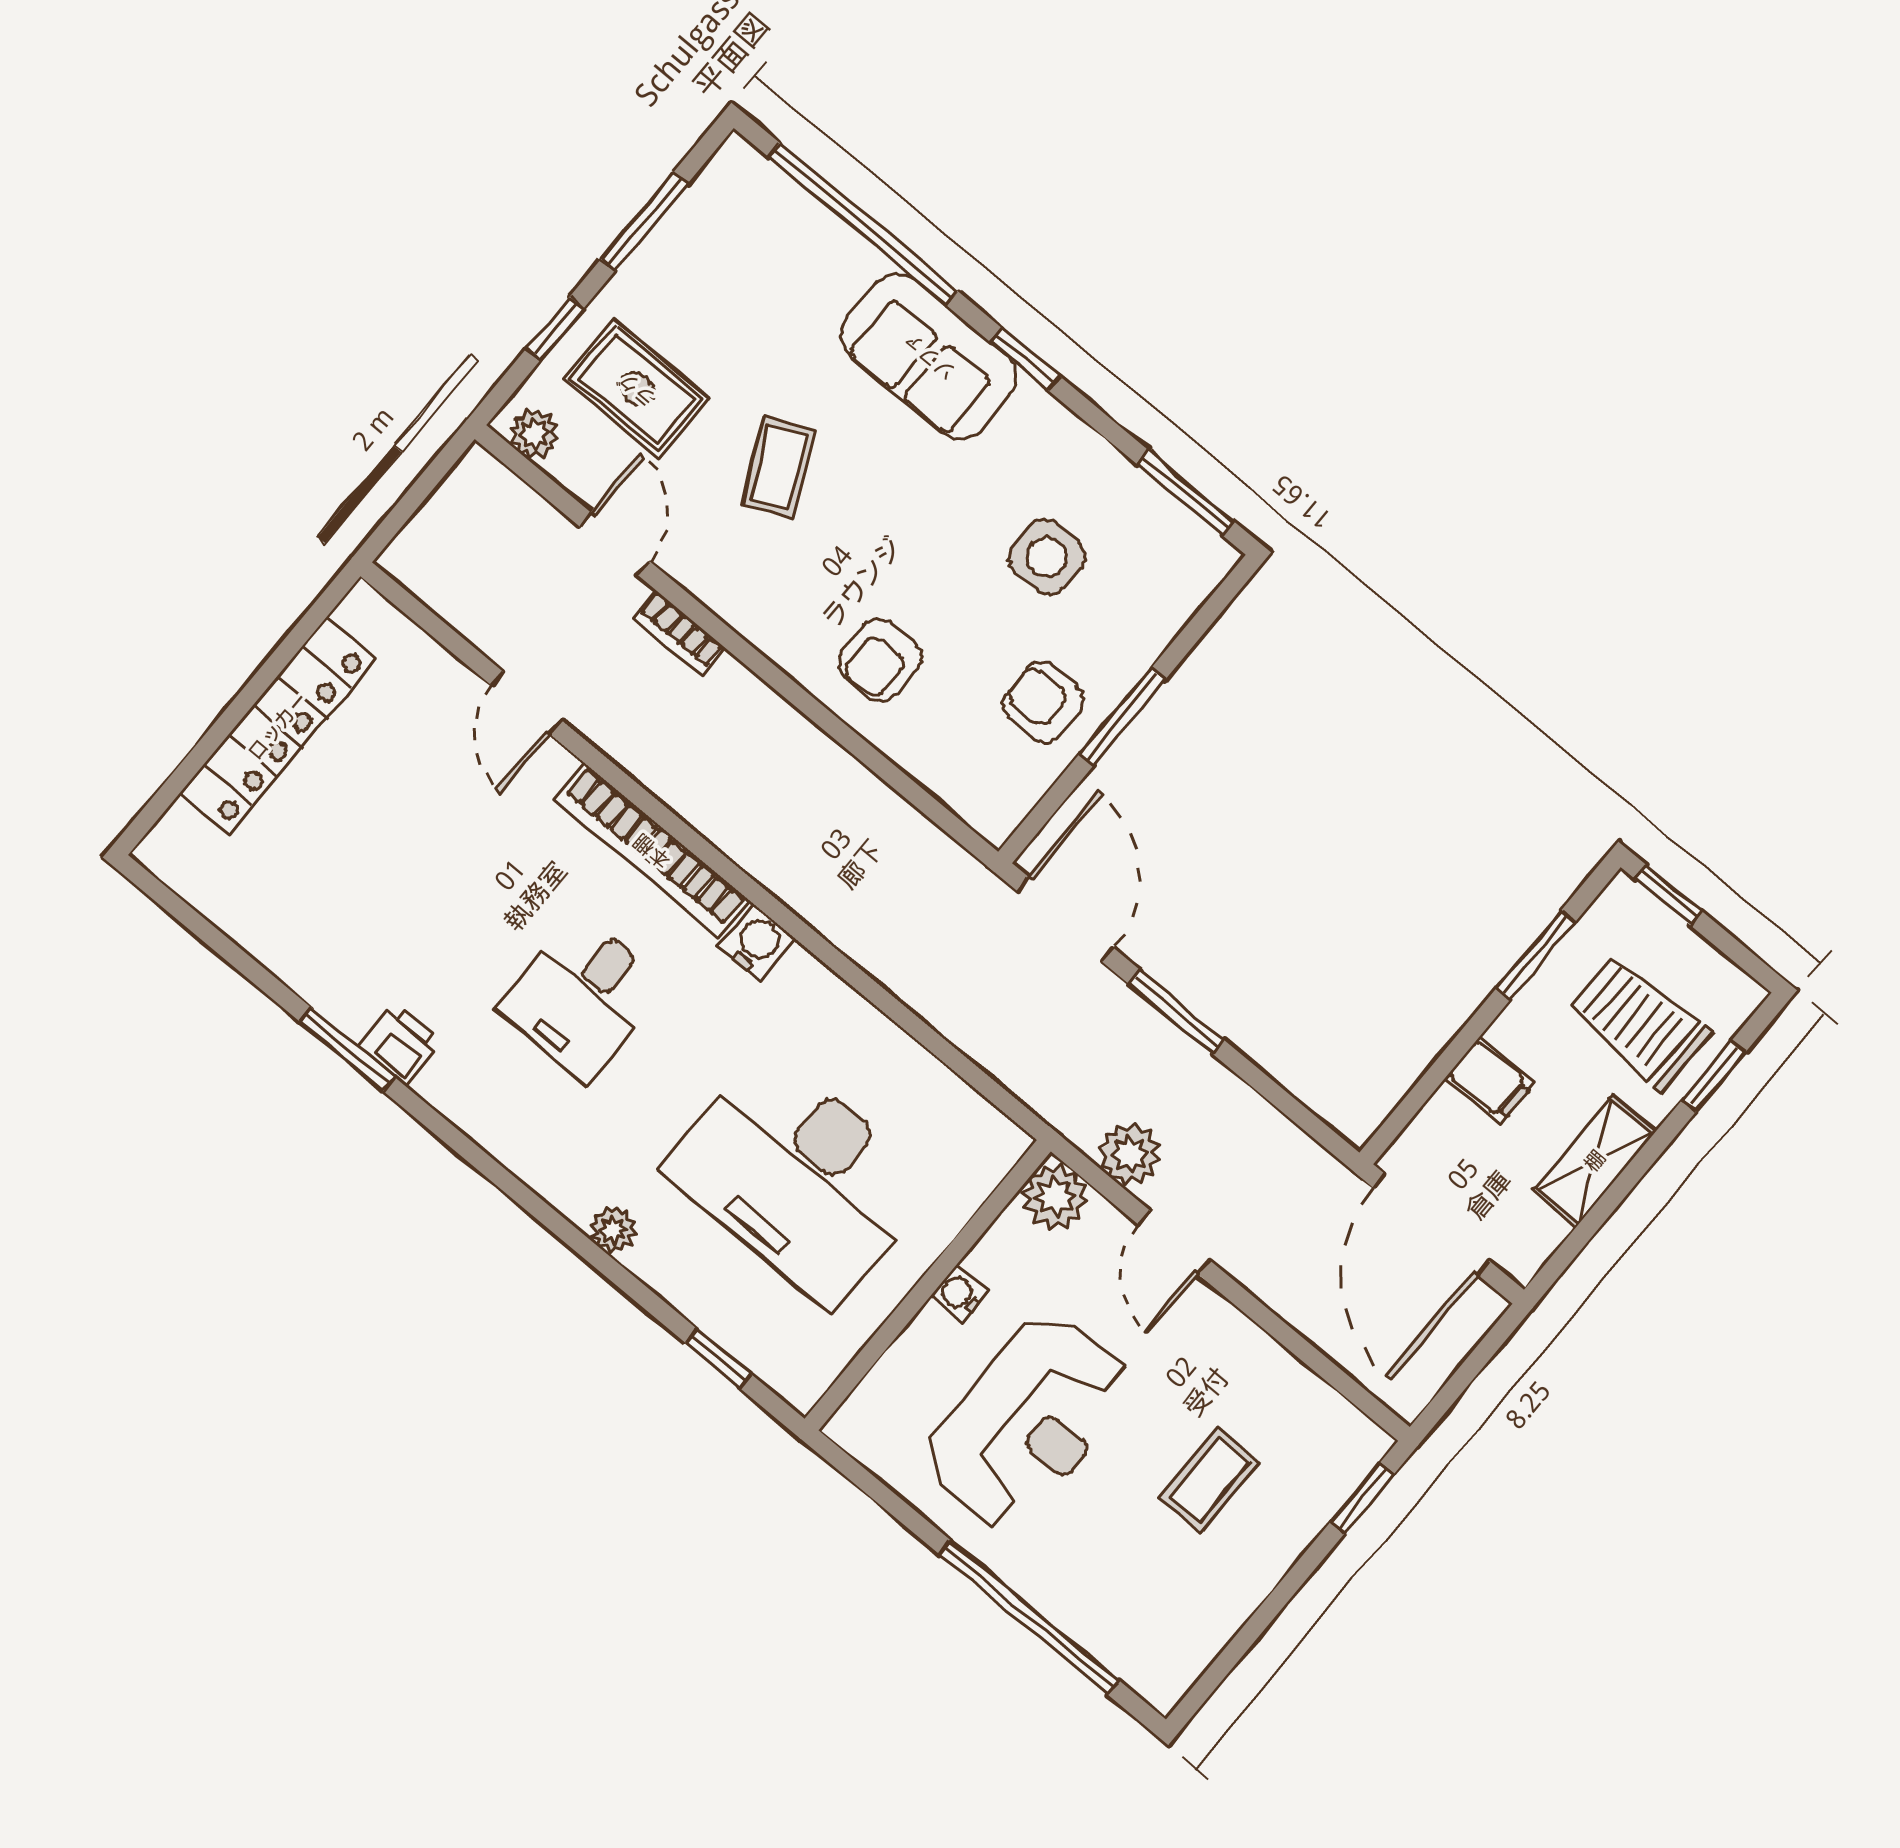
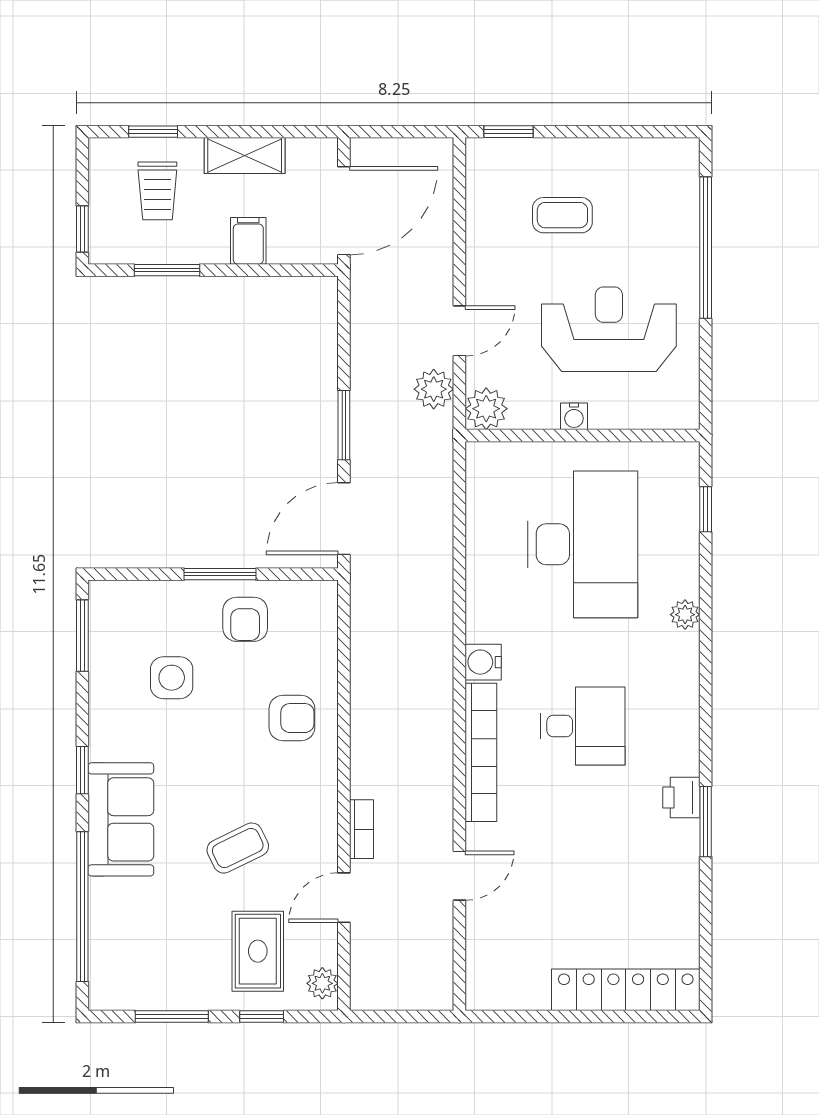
locker: (278, 726) -> (626, 990), moved
trolley: (1639, 1022) -> (157, 191), width x0.73, depth x0.72

